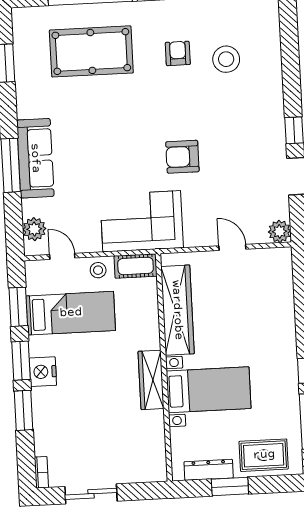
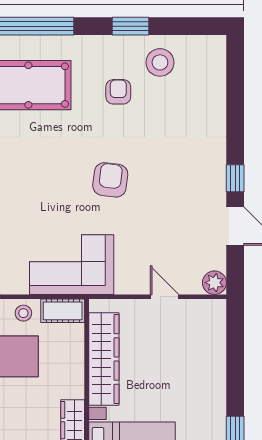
stool: (226, 59) -> (160, 62), moved
armchair: (182, 157) -> (110, 180), moved, turned 97

